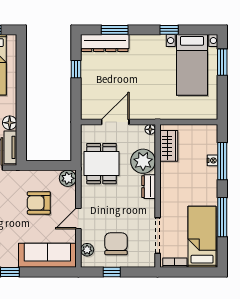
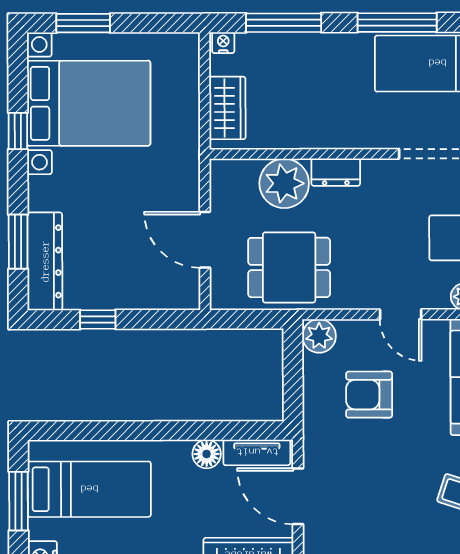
bed with nightstands: (192, 65) -> (89, 103), width x1.36
floor lamp: (150, 129) -> (220, 169), removed
wardrobe: (169, 146) -> (227, 108), moved, turned 90
nightstand: (213, 160) -> (223, 43), moved
armchair: (39, 203) -> (369, 395), turned 90

